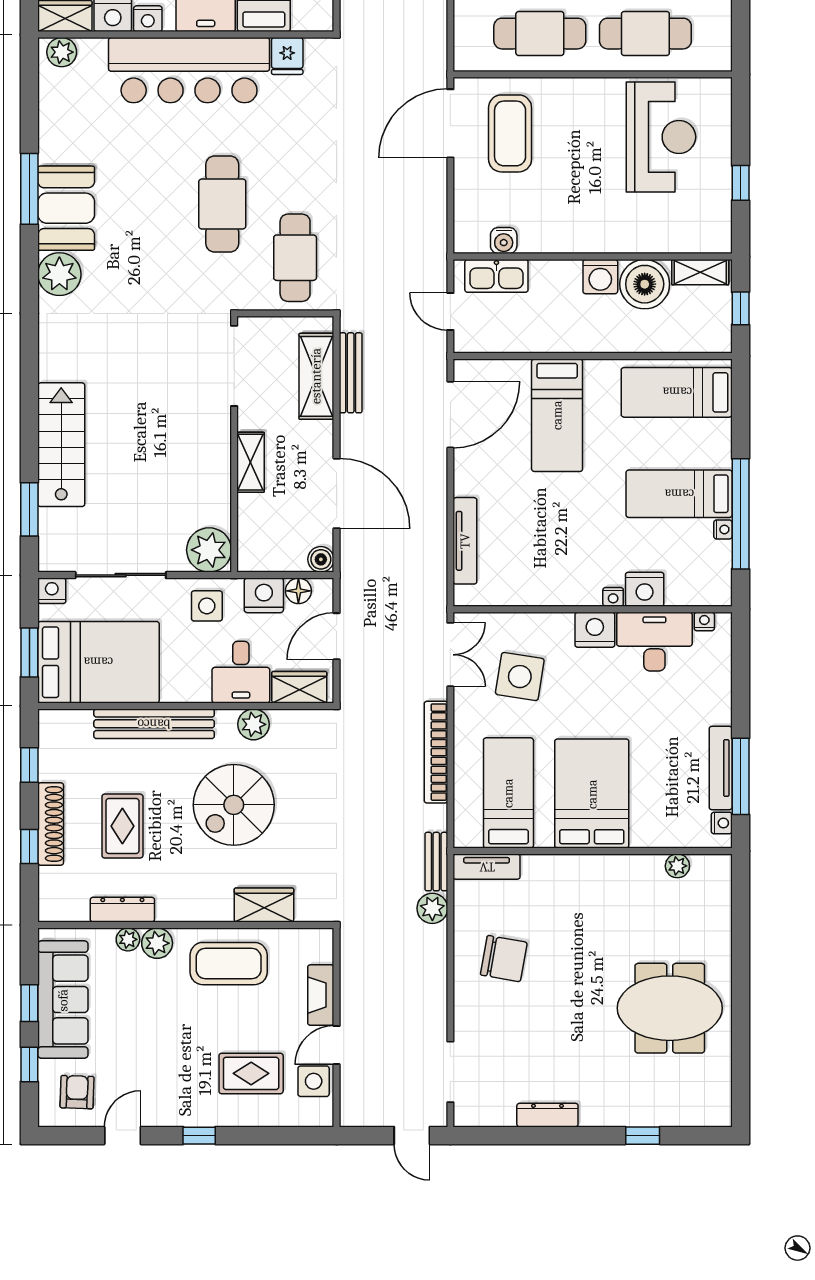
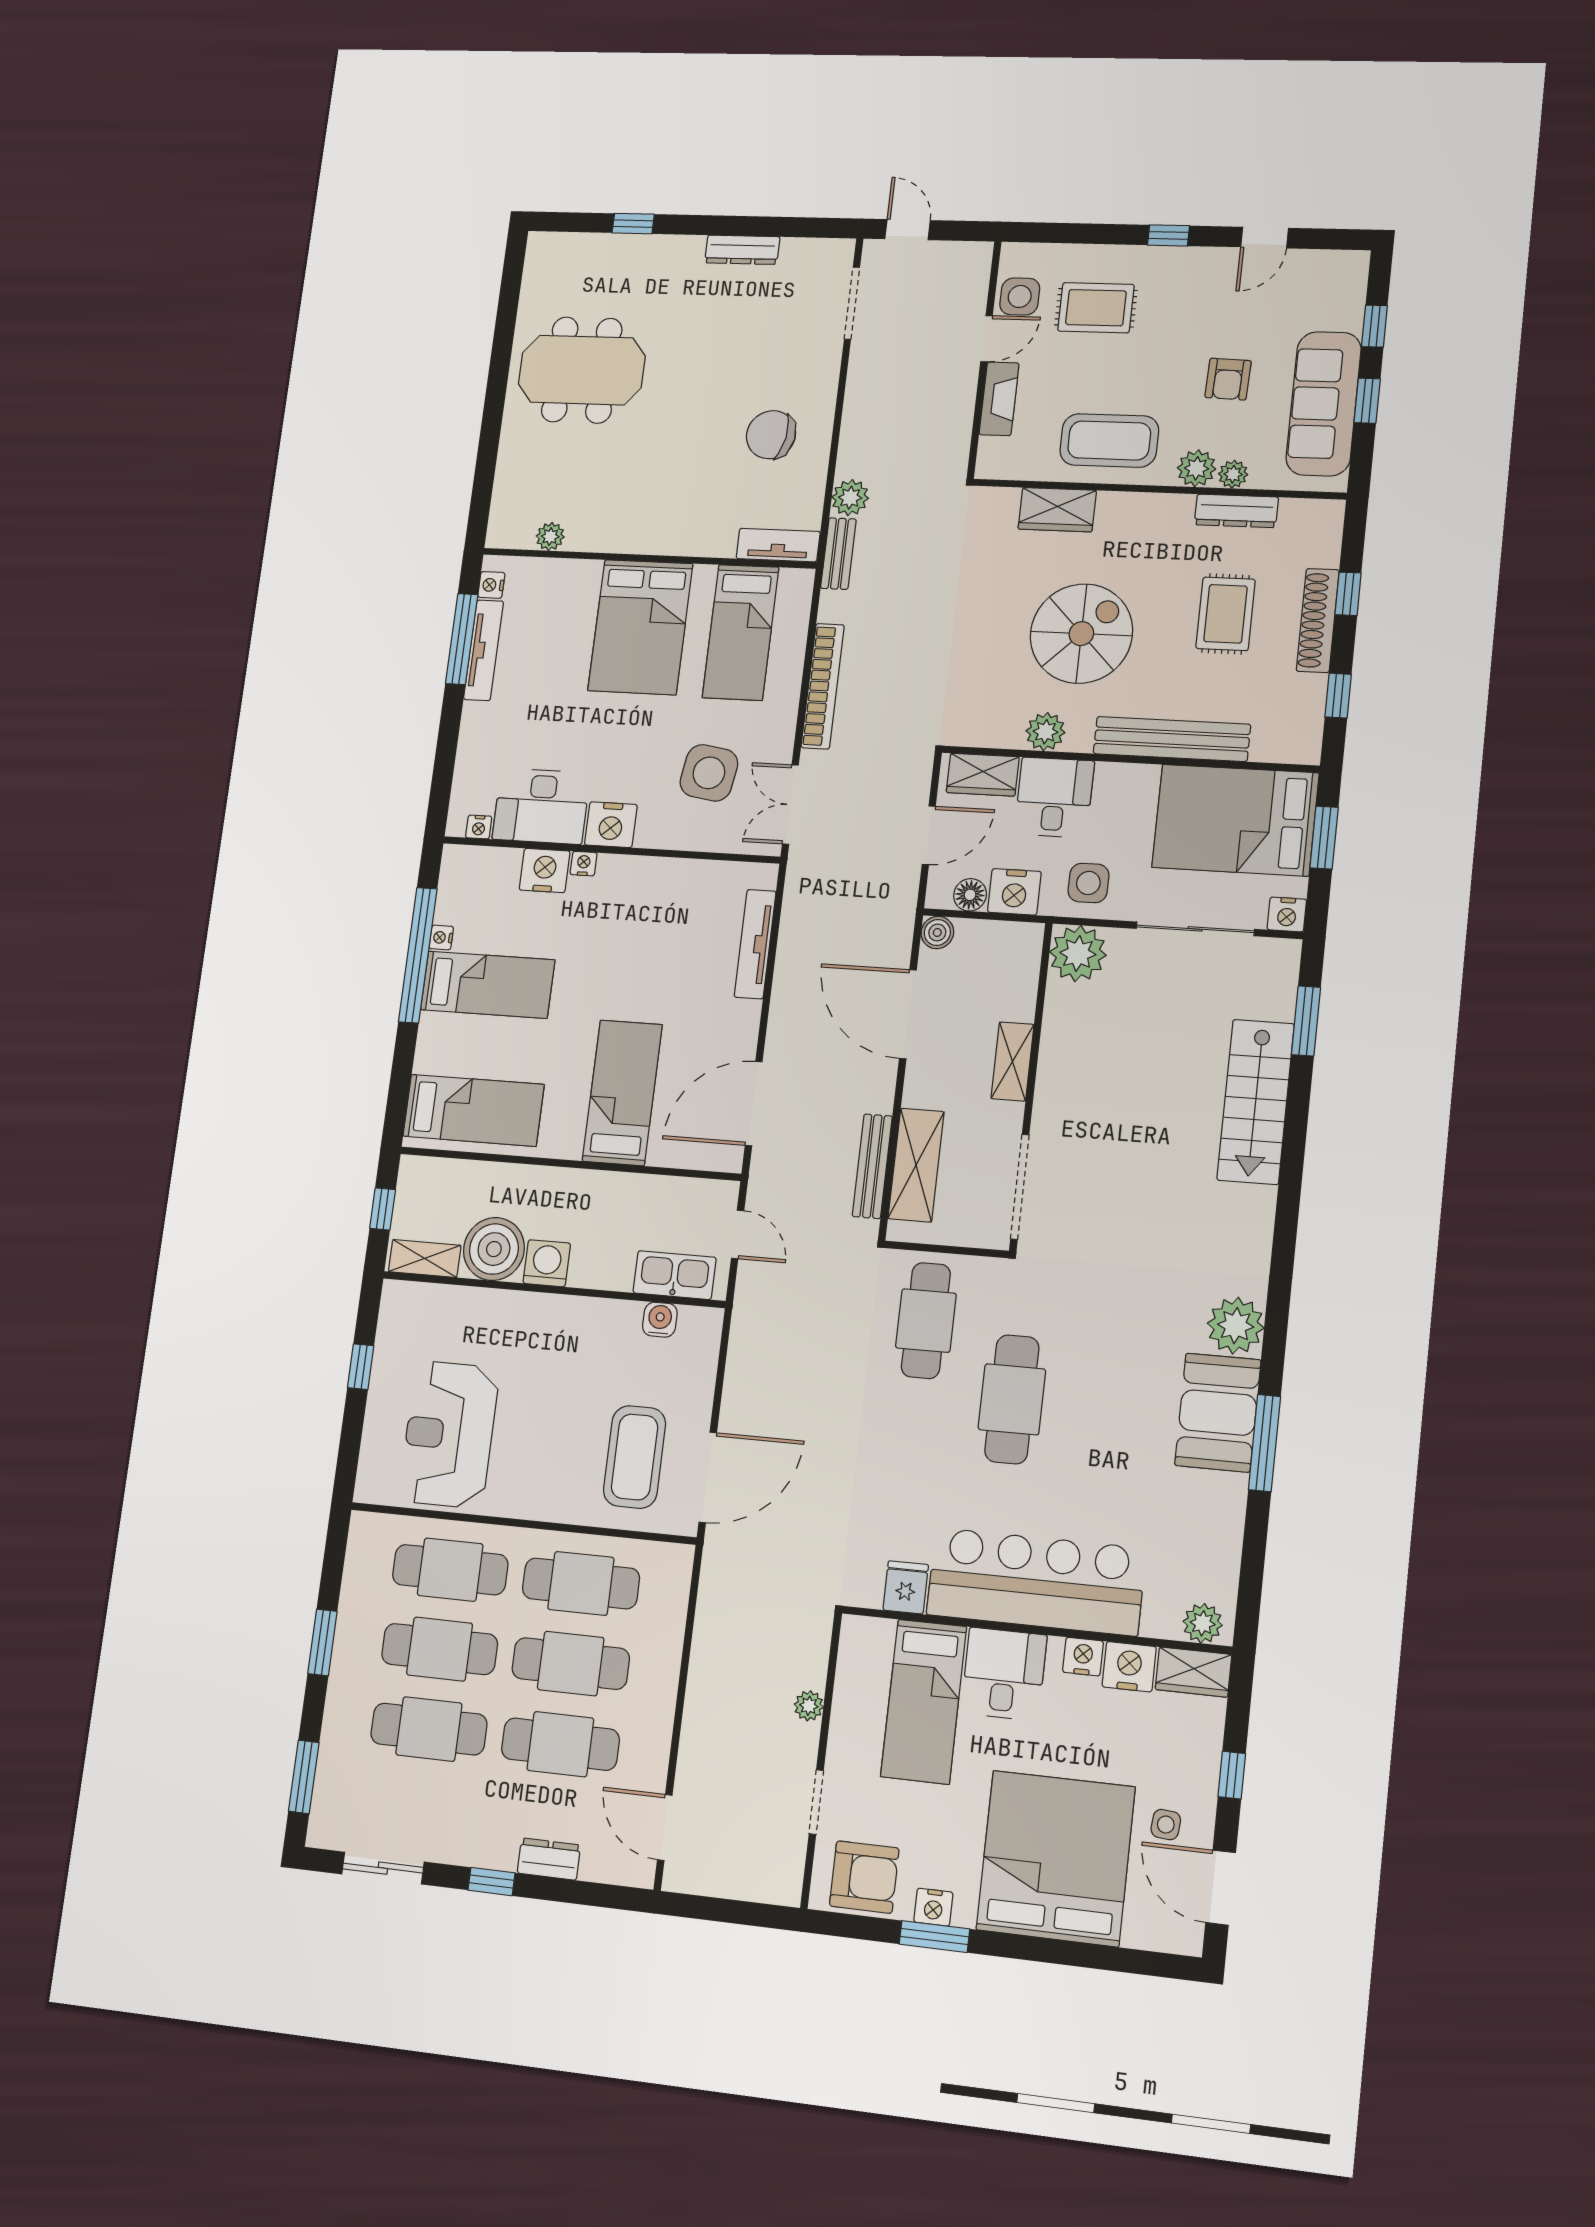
armchair: (77, 1092) -> (1228, 379), moved

